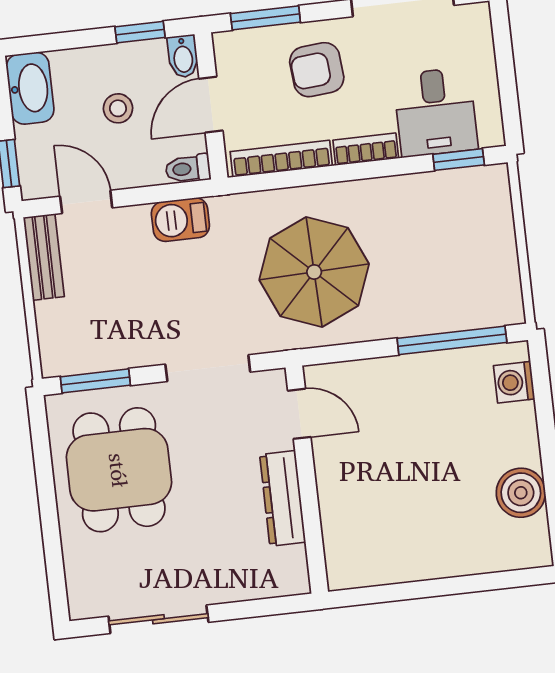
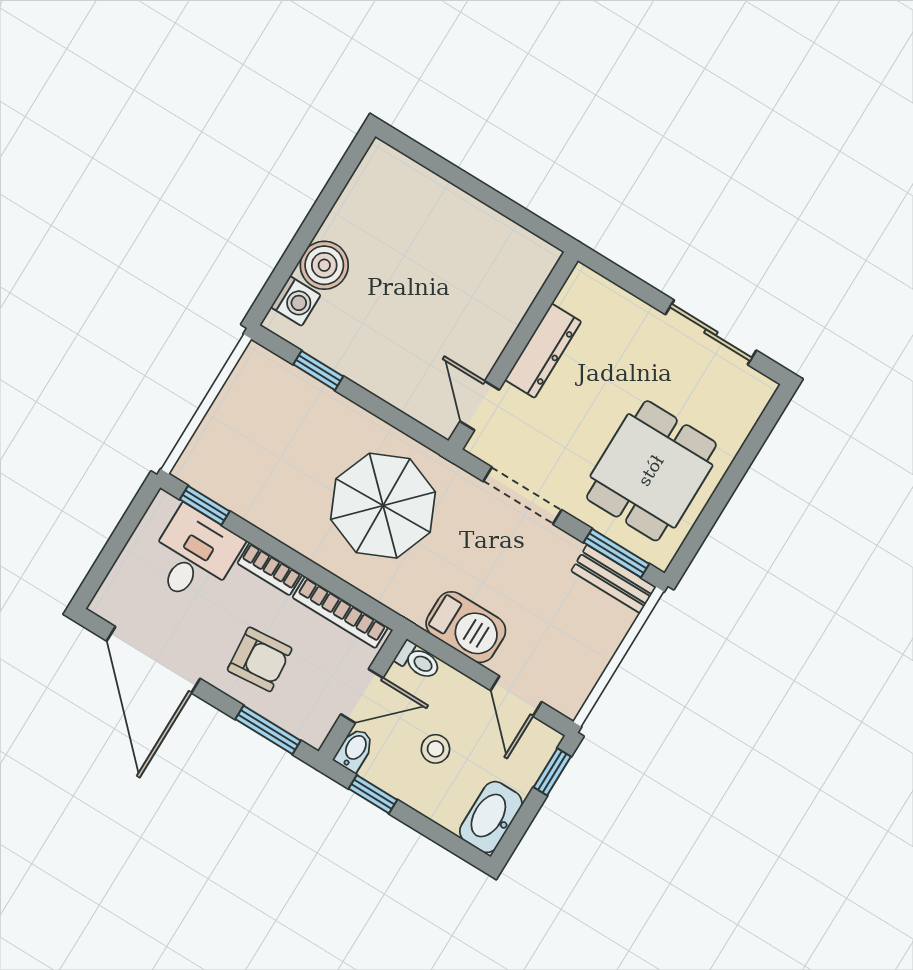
barbecue: (180, 220) -> (466, 627), width x1.38, depth x1.27
bench: (44, 257) -> (614, 579), moved, turned 90
window: (452, 340) -> (318, 370), width x0.46
boiler: (521, 493) -> (324, 265), moved

